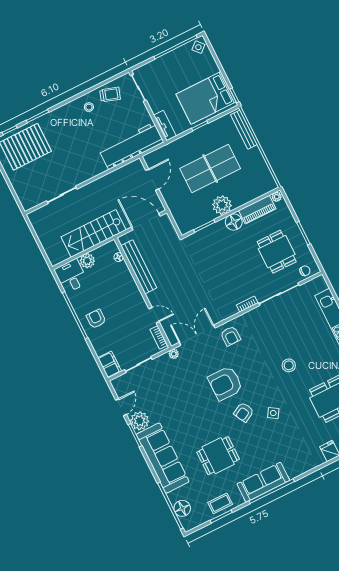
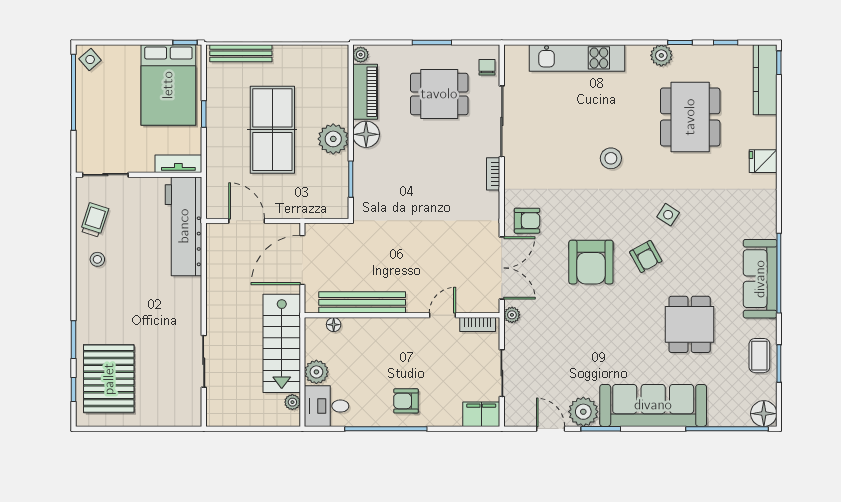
plant: (64, 256) -> (292, 402), added
double door: (197, 335) -> (502, 268), swing flipped
floor lamp: (182, 508) -> (764, 414), moved

